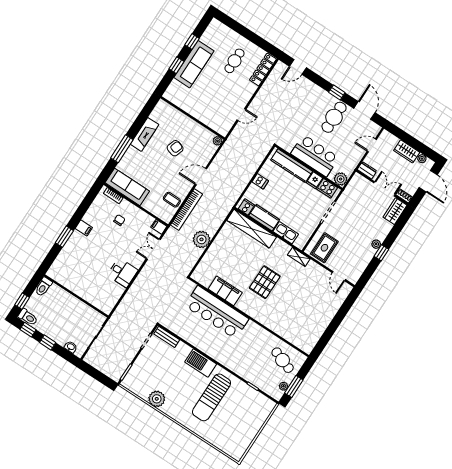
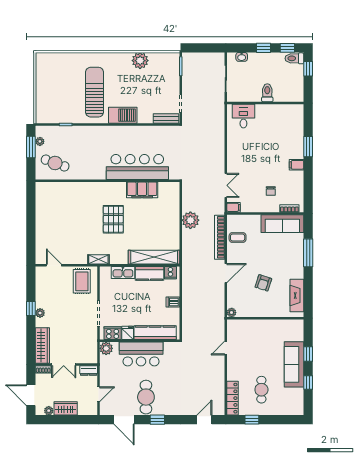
window: (259, 41) -> (252, 420), added
fireplace: (145, 134) -> (297, 295), moved
wardrobe: (395, 211) -> (42, 345), width x1.50
desk: (123, 273) -> (243, 116), moved, turned 90
toilet: (43, 287) -> (267, 93), moved

